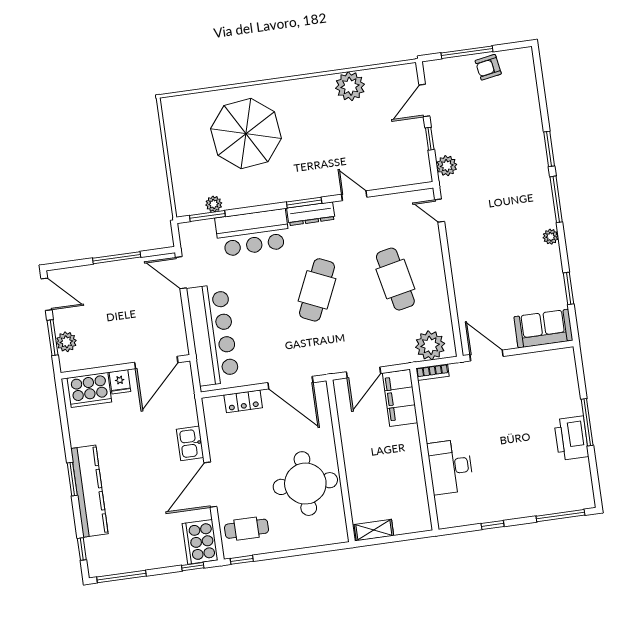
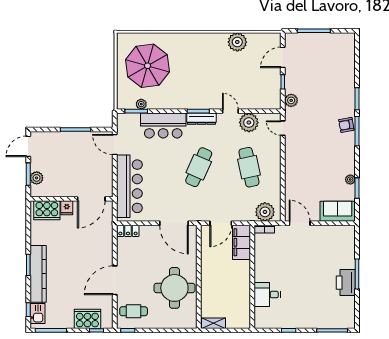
armchair: (488, 67) -> (346, 125), moved
parasol: (246, 134) -> (147, 66), moved
plant: (385, 209) -> (249, 123), added
plant: (551, 237) -> (350, 180), moved
door: (47, 294) -> (28, 146), swing flipped
locker: (243, 401) -> (128, 231), moved
kitchen sink: (190, 443) -> (37, 314), moved, turned 180
desk: (450, 467) -> (267, 295), width x0.73
cooker: (200, 542) -> (87, 319), moved, turned 90

